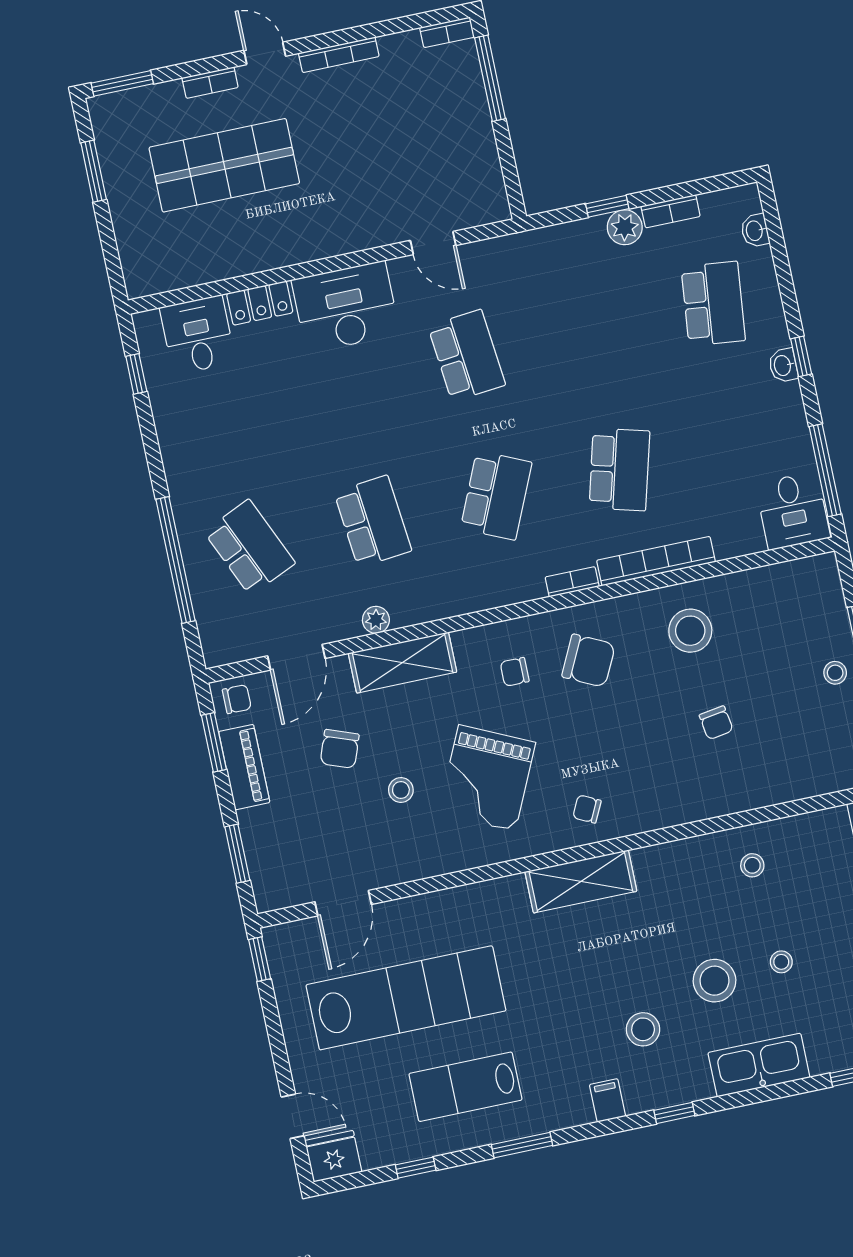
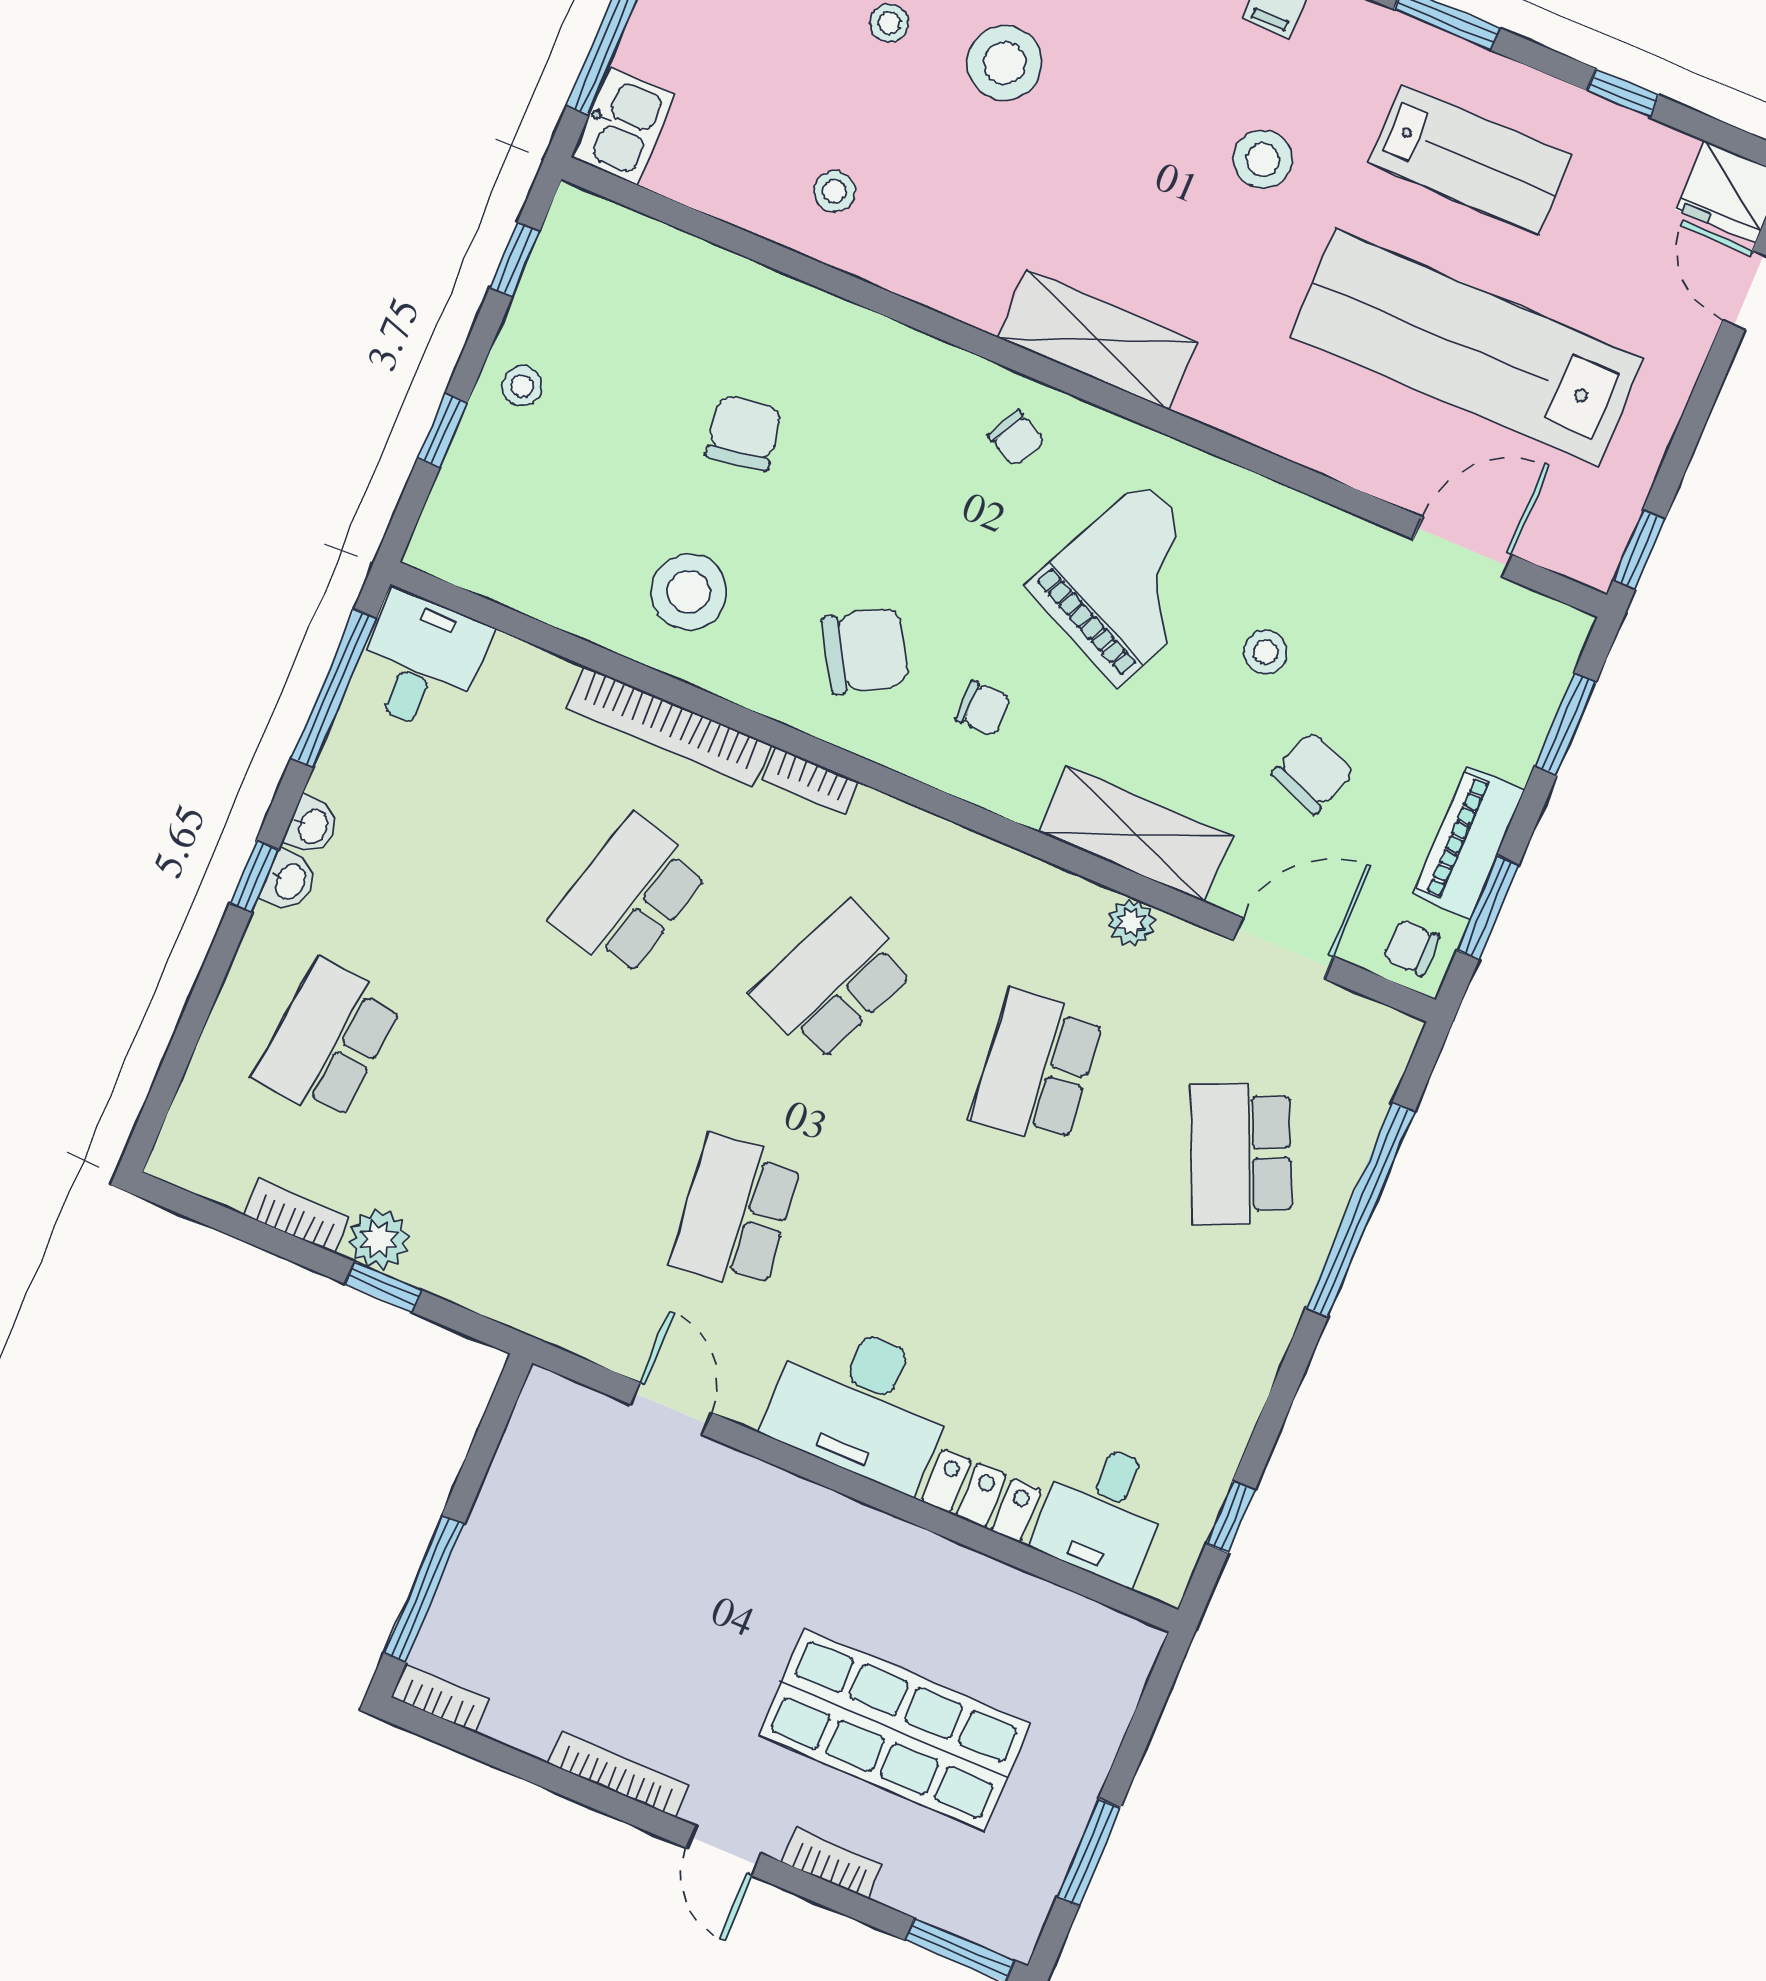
washbasin: (755, 231) -> (312, 826), moved
chair: (589, 661) -> (866, 651), turned 123
chair: (716, 723) -> (744, 433), width x1.37, depth x1.37
stool: (643, 1029) -> (1263, 159), moved

